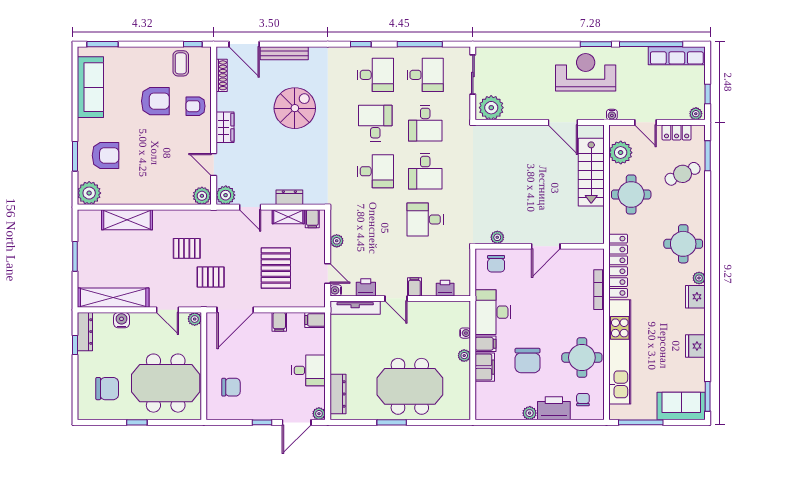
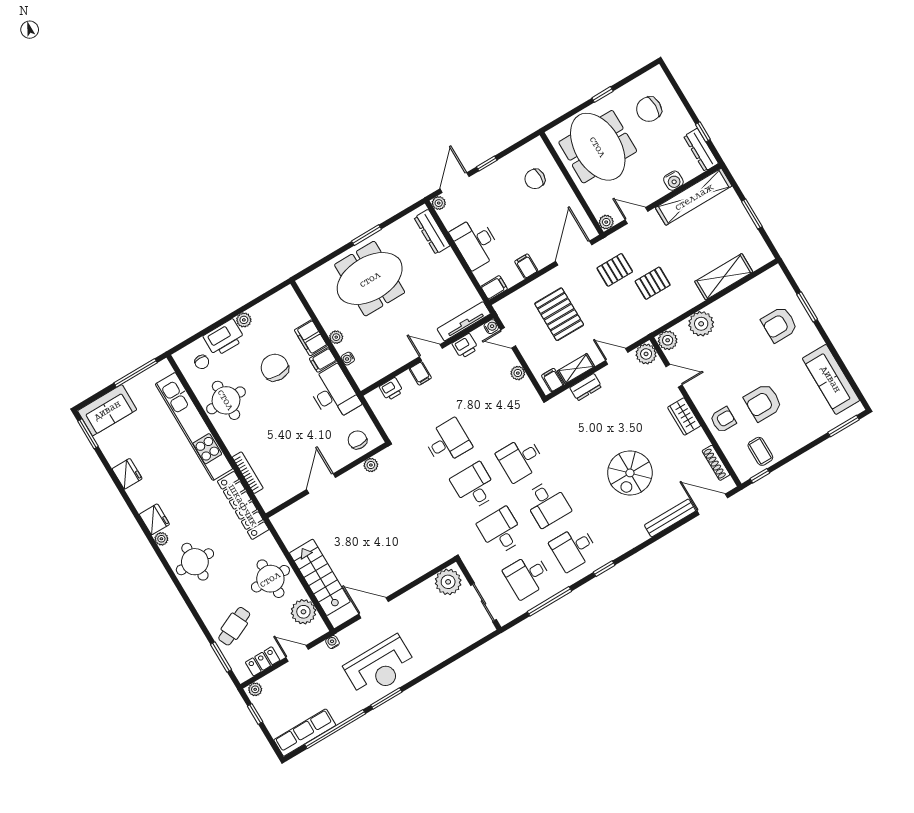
plant: (89, 193) -> (701, 324), moved
desk: (308, 370) -> (476, 243), width x1.37
meeting table: (166, 383) -> (598, 147), turned 90

